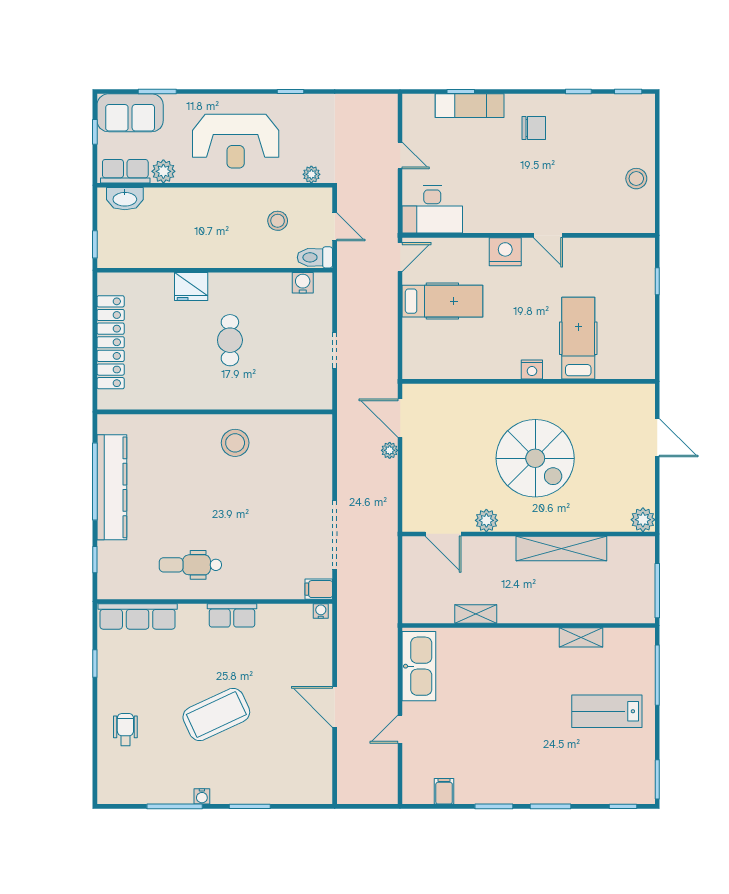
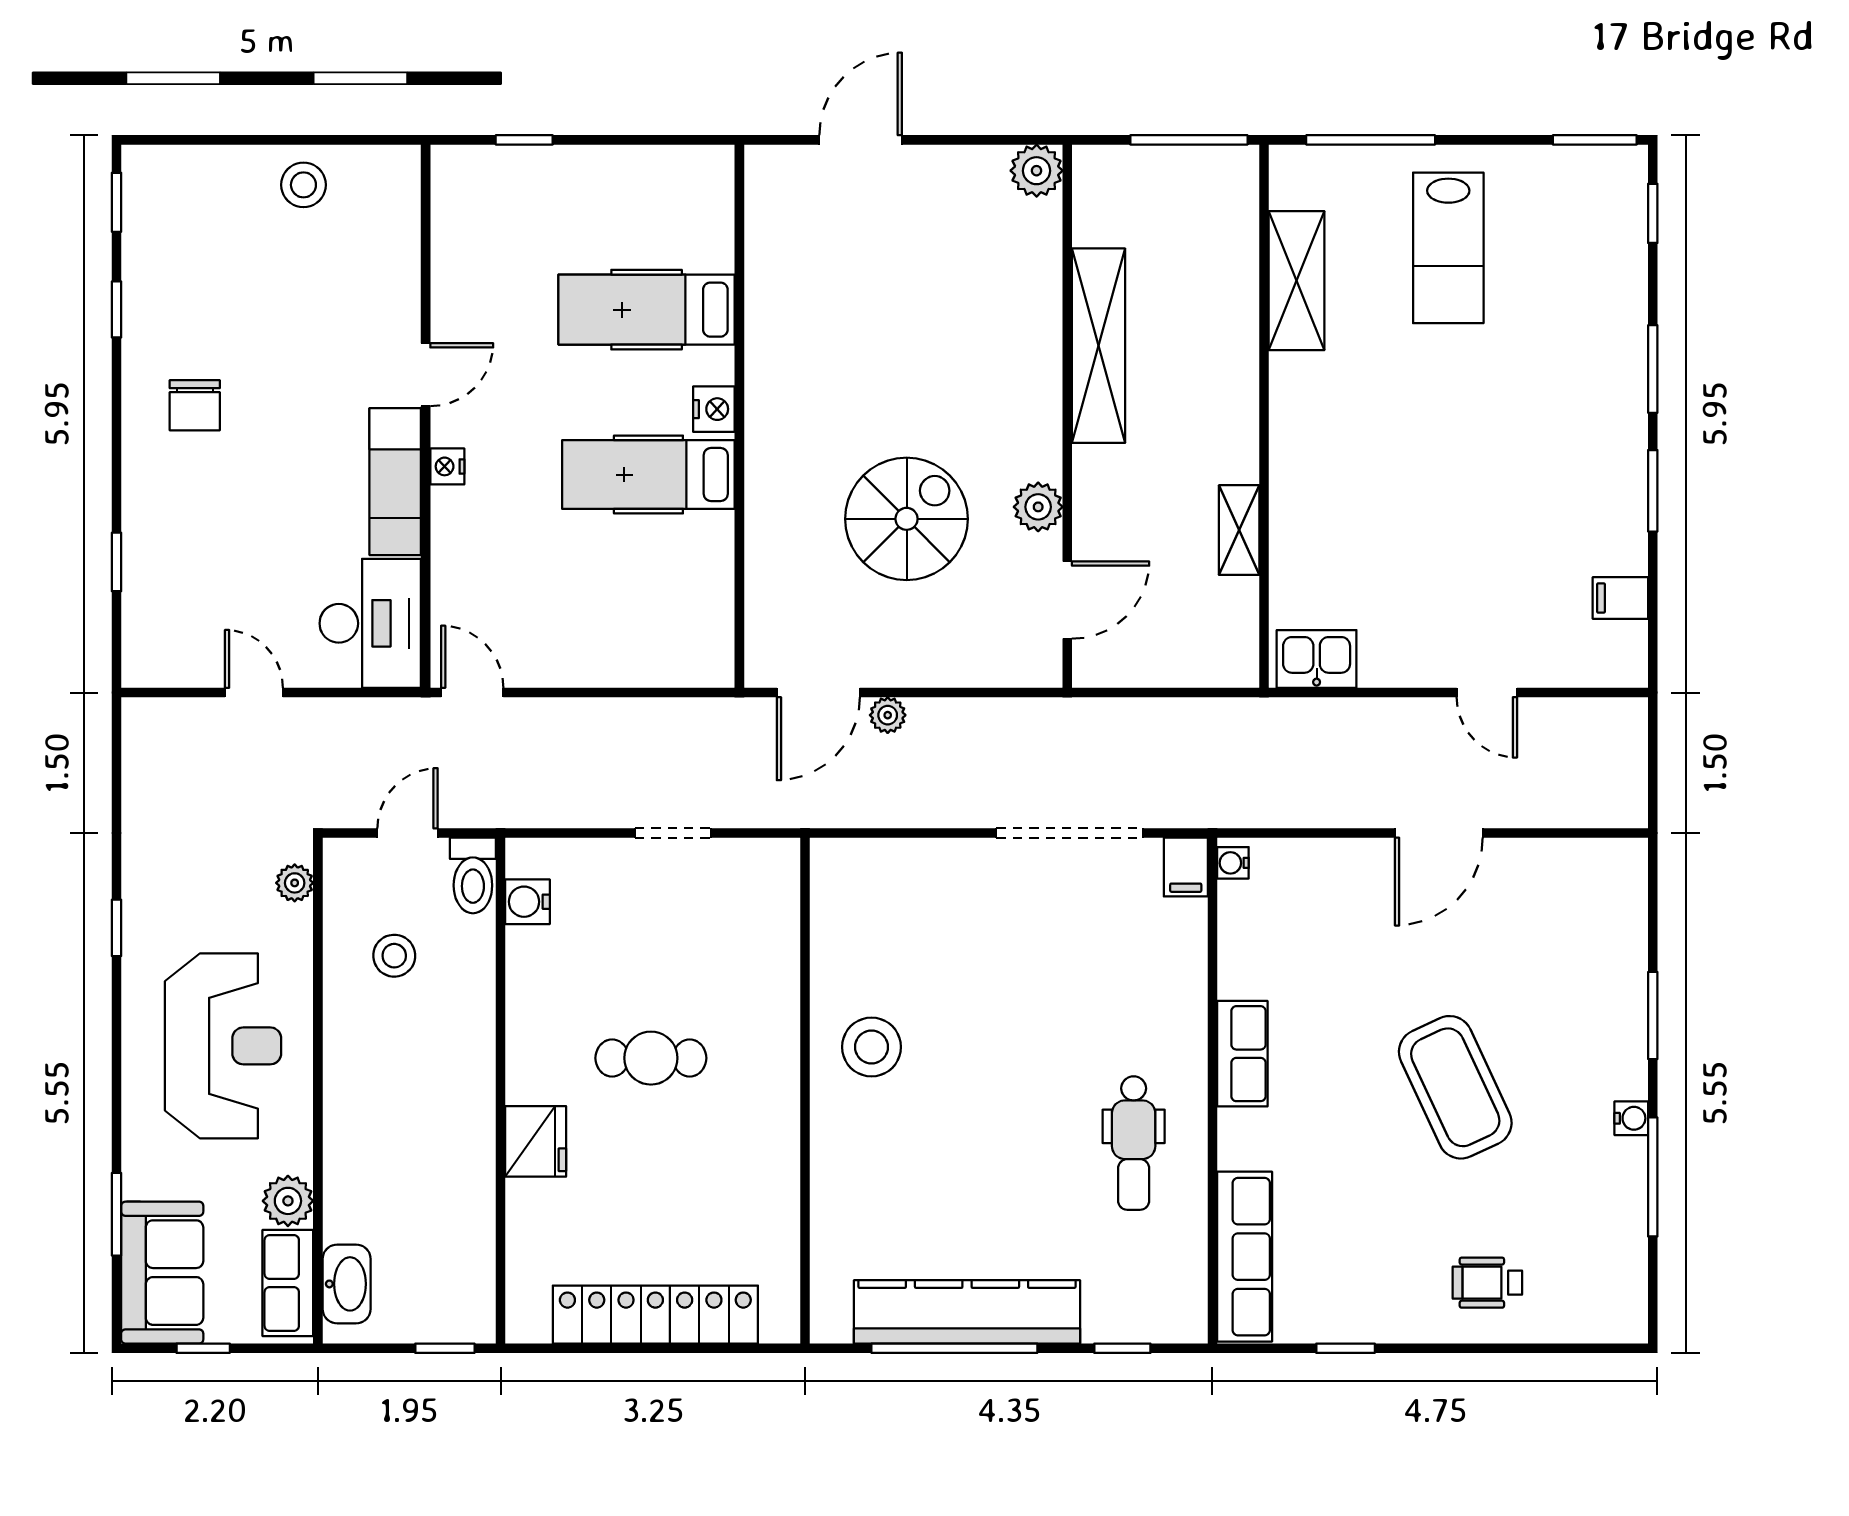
exam couch: (470, 106) -> (395, 482), moved, turned 180
chair: (534, 128) -> (195, 405), turned 180
door: (400, 155) -> (254, 693), hinge flipped
nightstand: (505, 252) -> (447, 466), width x0.53, depth x0.56
hospital bed: (442, 301) -> (648, 475), moved, turned -90
spiral stairs: (535, 458) -> (907, 519), moved, width x0.73, depth x0.73
shelving: (581, 637) -> (1296, 281), width x1.50, depth x1.33
kitchen sink: (419, 666) -> (1317, 659), width x0.53, depth x0.81

